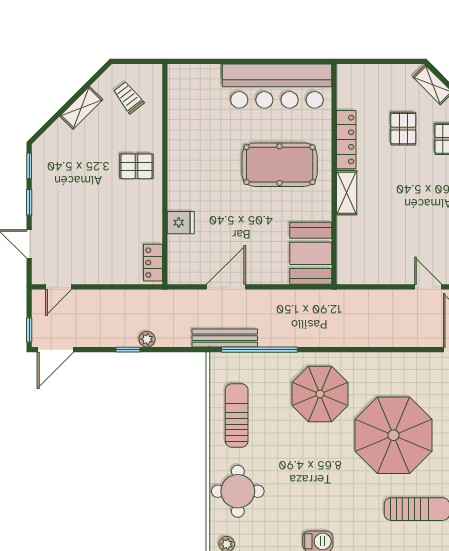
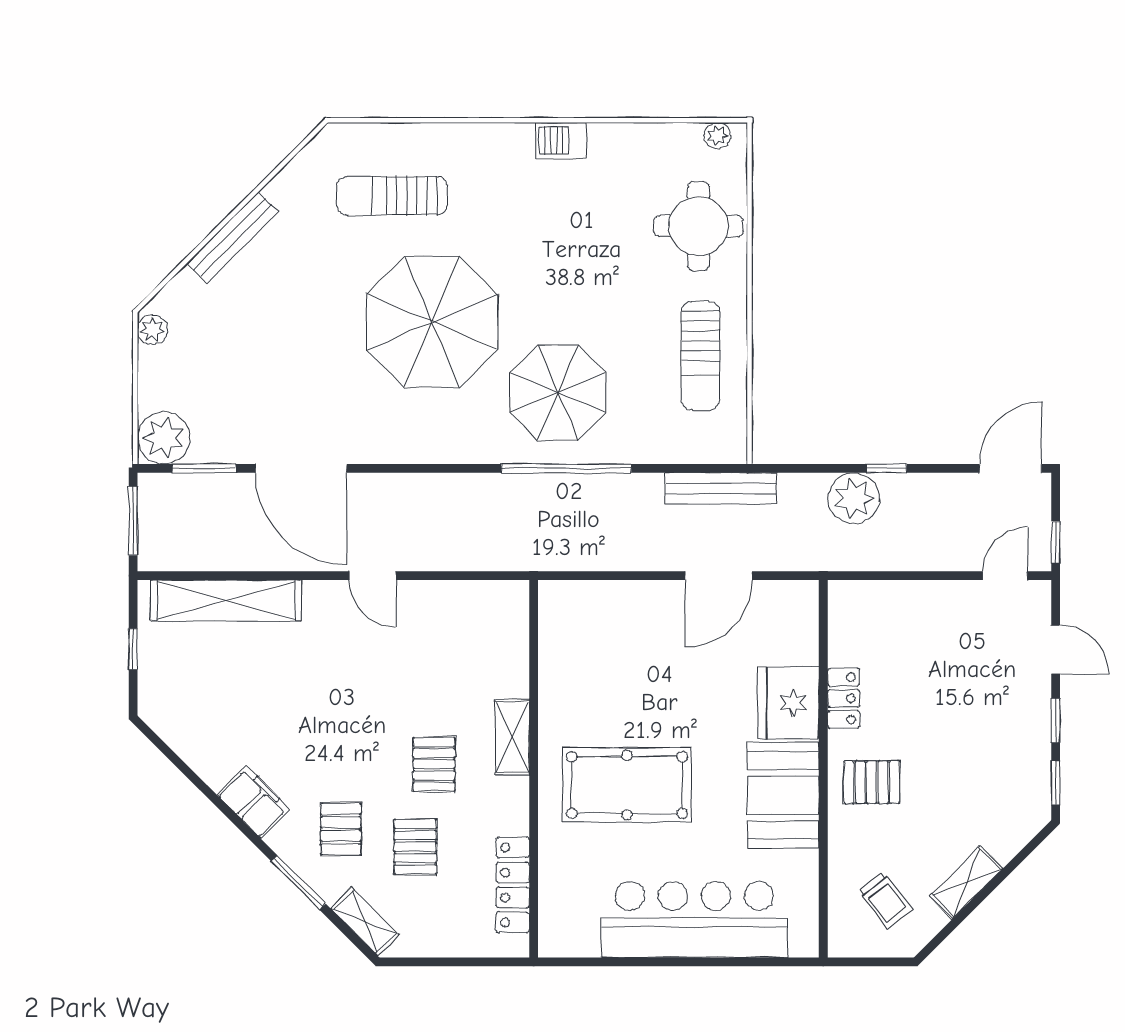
bar counter: (277, 86) -> (694, 919), moved
locker: (346, 140) -> (513, 885), moved
pallet: (392, 177) -> (434, 764), added
fridge: (181, 223) -> (788, 703), width x1.88, depth x1.34
booth: (311, 253) -> (783, 795), moved
locker: (153, 263) -> (844, 698), moved
window: (29, 330) -> (1056, 542), moved
plant: (147, 339) -> (854, 498), width x1.88, depth x1.88
window: (259, 350) -> (566, 468), moved

